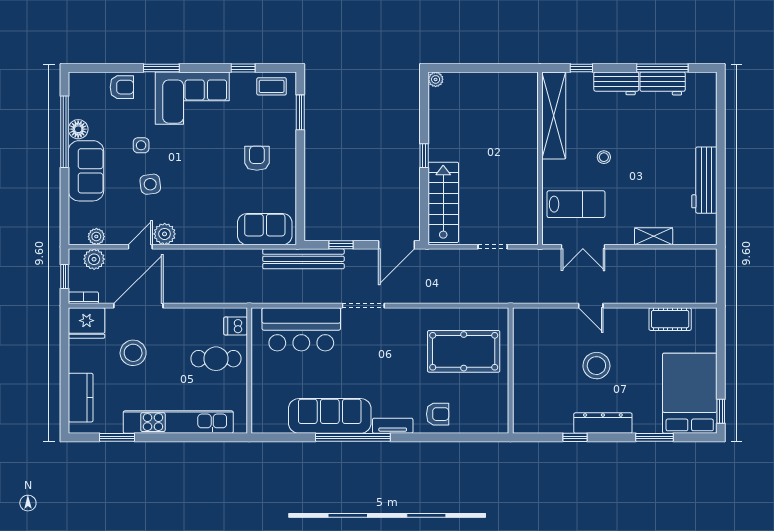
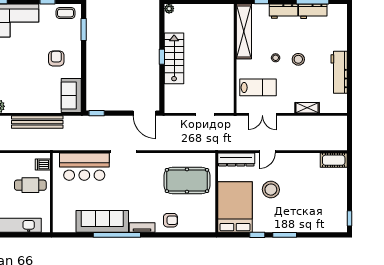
stool: (640, 160) -> (298, 59), added
stairs: (443, 202) -> (174, 58), moved
sofa: (265, 229) -> (71, 95), moved, turned -90
window: (341, 245) -> (97, 113), moved
door: (397, 245) -> (144, 113), hinge flipped
bench: (303, 259) -> (37, 122), moved
door: (591, 306) -> (267, 152), hinge flipped
cot: (670, 319) -> (334, 160), moved
bed: (690, 393) -> (235, 207), moved
dresser: (603, 423) -> (236, 159), moved, turned 180
window: (654, 437) -> (285, 235), moved

